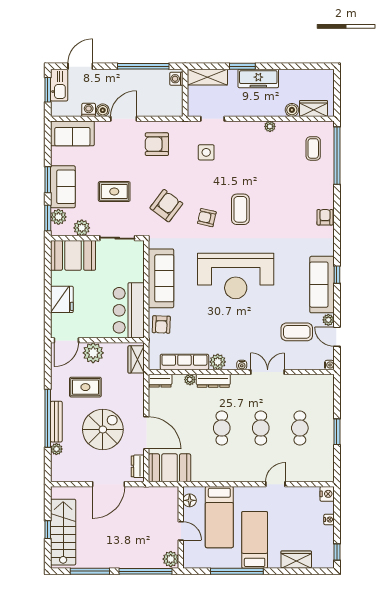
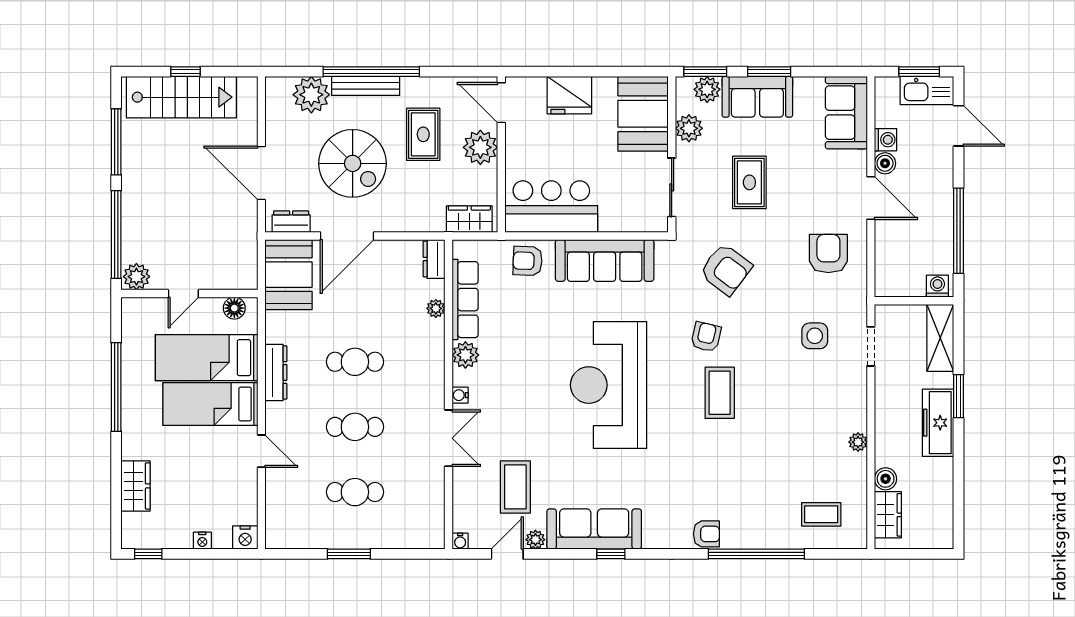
window: (337, 156) -> (756, 554), moved
coffee table: (240, 209) -> (720, 393), turned 90
dresser: (213, 381) -> (276, 372), moved, turned 180
plant: (56, 449) -> (311, 95), width x1.88, depth x1.88
bed: (255, 540) -> (210, 404), moved, turned 180

